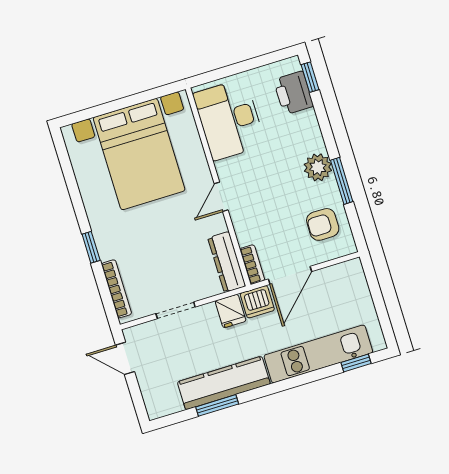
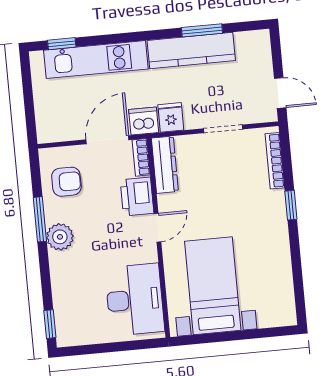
printer: (293, 93) -> (137, 196), moved, turned 180
bed with nightstands: (139, 154) -> (213, 286), width x0.73

